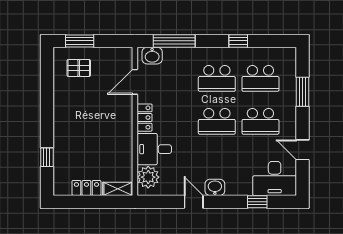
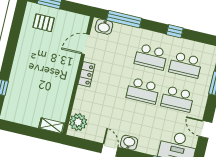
desk: (154, 149) -> (88, 101), removed
locker: (86, 188) -> (27, 119), removed

